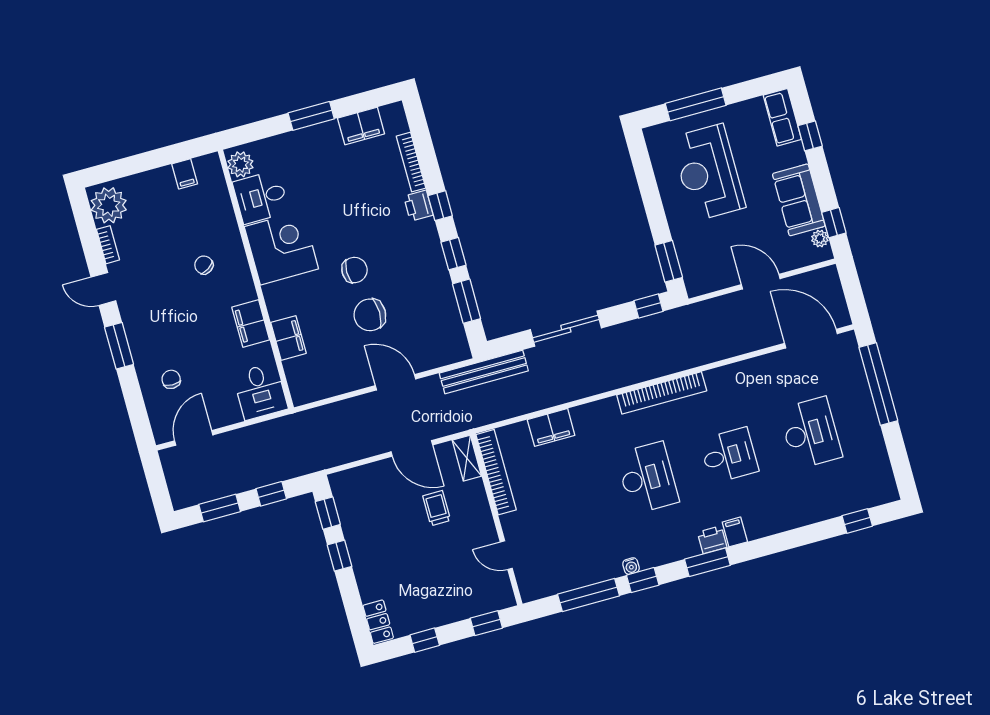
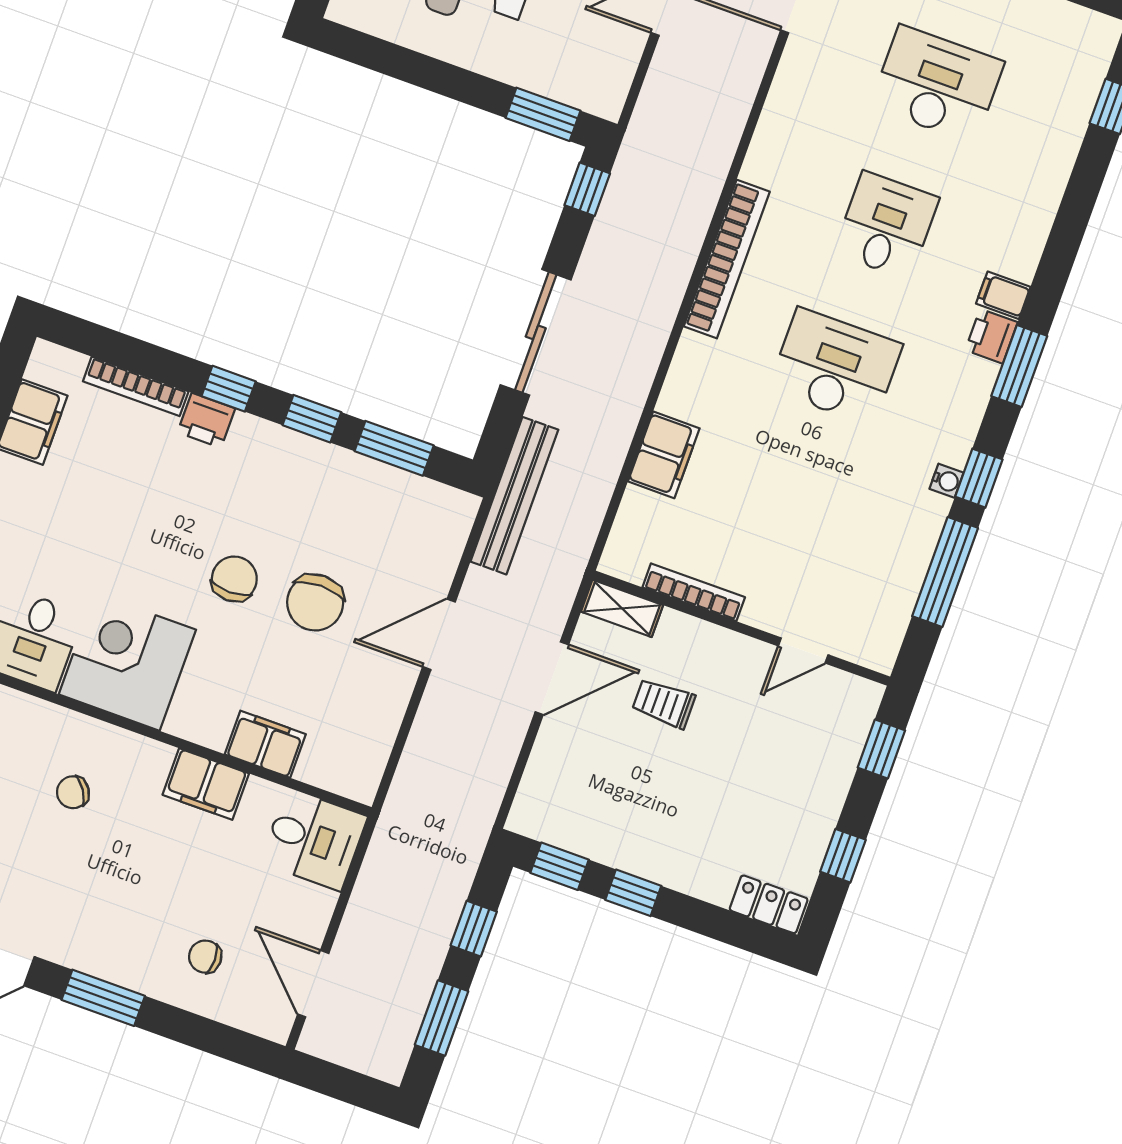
bookcase: (496, 472) -> (694, 592), width x0.68, depth x0.76

